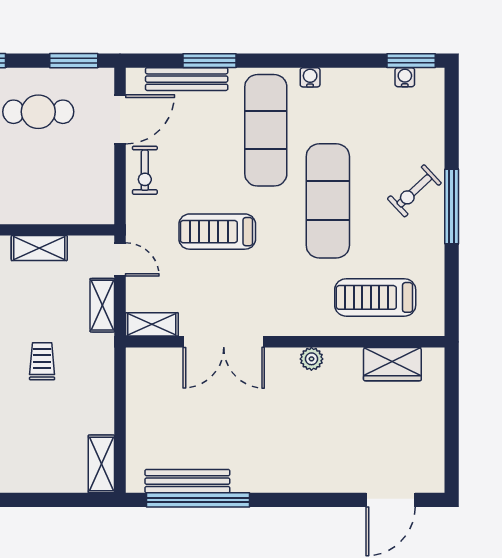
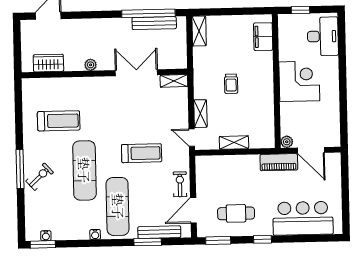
shelving: (152, 324) -> (174, 81), moved
double door: (224, 342) -> (136, 73), moved
wall: (285, 342) -> (104, 73), moved
plant: (311, 359) -> (91, 65), moved
wardrobe: (392, 364) -> (48, 63), moved

